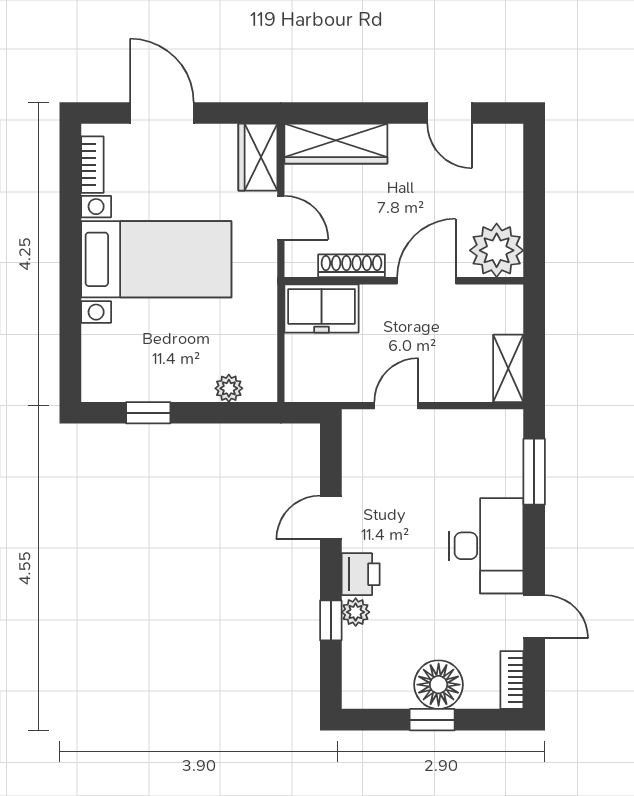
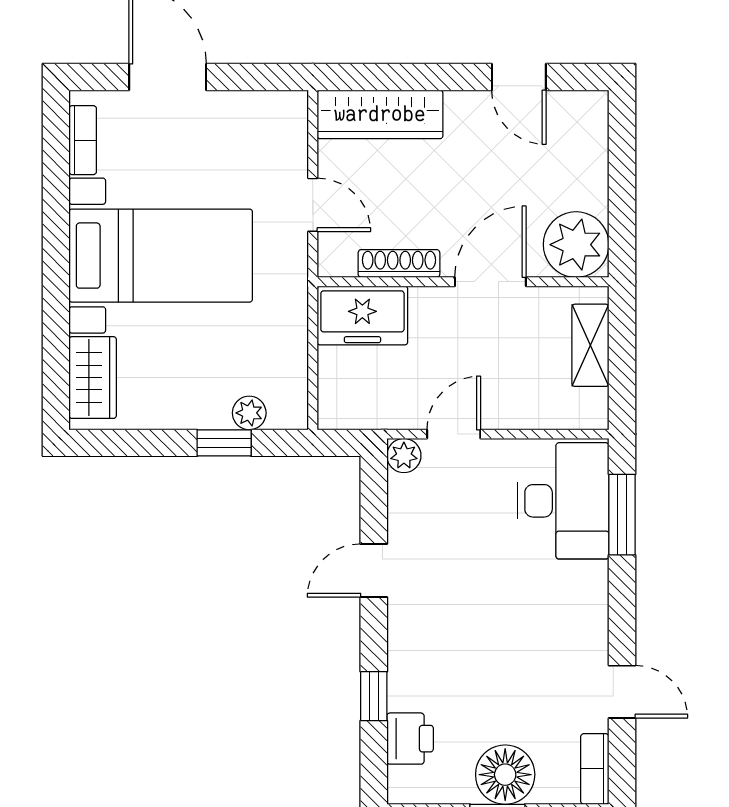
wardrobe: (258, 157) -> (93, 378), moved, turned 180
shelving: (508, 368) -> (590, 345), moved
window: (148, 413) -> (224, 443), moved
desk: (486, 546) -> (563, 501), moved
printer: (361, 574) -> (410, 739), moved
plant: (356, 612) -> (404, 456), moved

